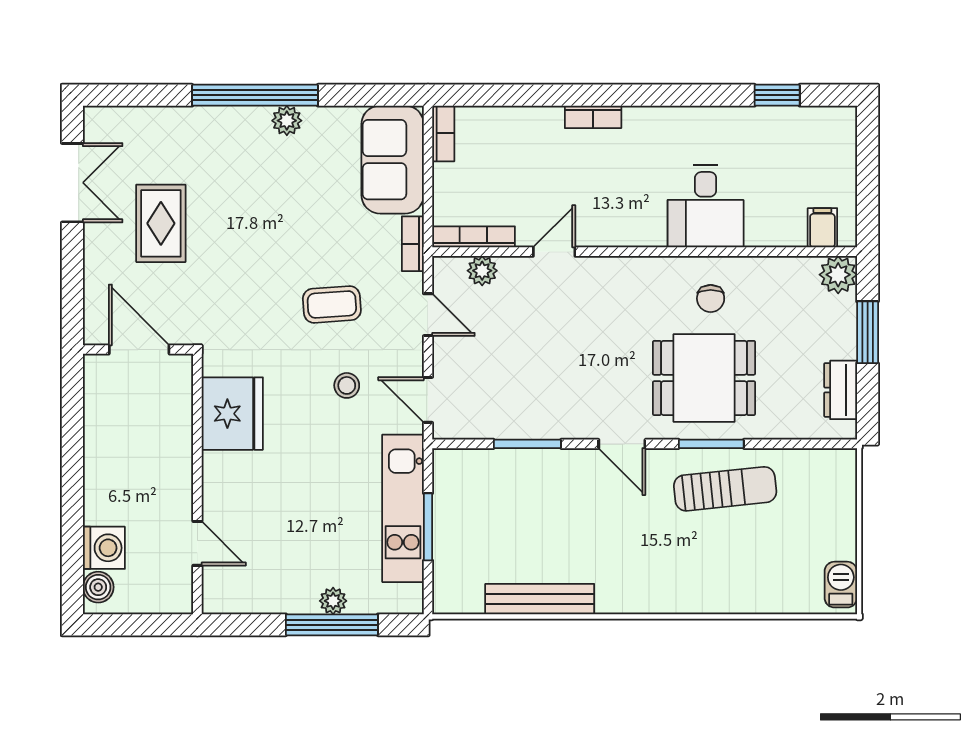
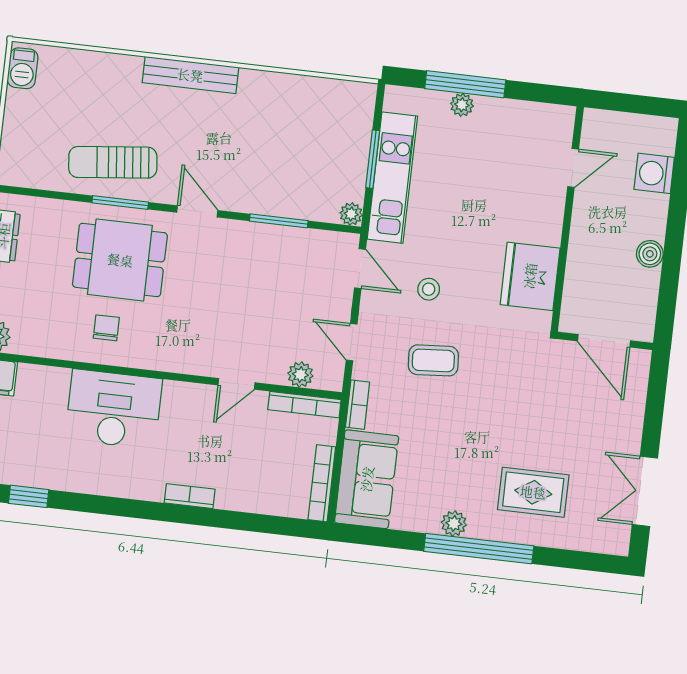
bookcase: (443, 133) -> (322, 483), width x1.56
desk: (706, 206) -> (114, 409), width x1.37
rug: (161, 223) -> (533, 492), moved, turned 90
plant: (445, 461) -> (351, 214), added
door: (197, 543) -> (573, 168), swing flipped
boiler: (98, 587) -> (650, 254), moved
bench: (540, 599) -> (190, 75), moved

